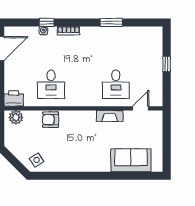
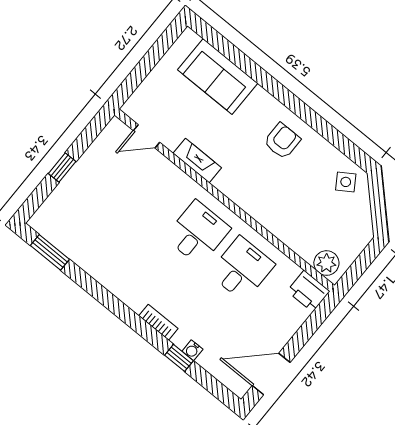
window: (111, 22) -> (50, 252), moved
desk: (116, 84) -> (198, 233), moved
armchair: (50, 120) -> (282, 141), moved, turned -90

